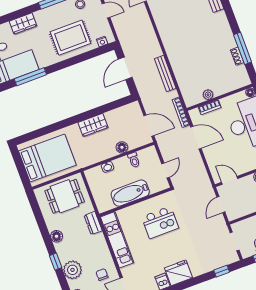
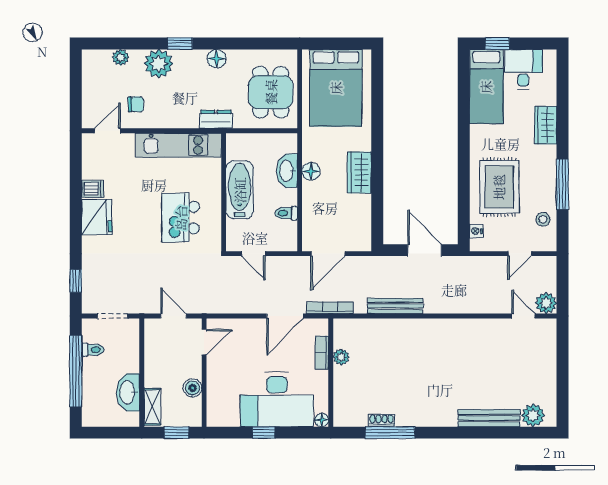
window: (30, 77) -> (464, 107), removed
floor lamp: (122, 147) -> (311, 171), moved
washbasin: (107, 167) -> (287, 171), width x1.91, depth x1.45

